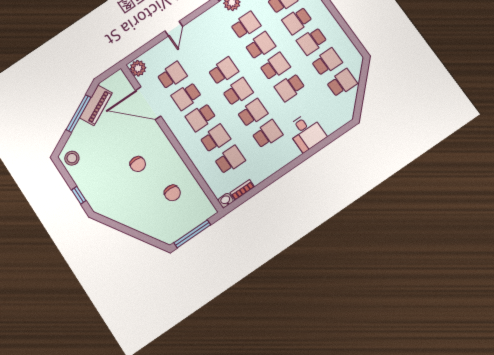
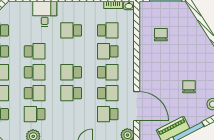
school desk: (260, 46) -> (35, 93), turned 180
school desk: (275, 66) -> (35, 72), turned 180
school desk: (253, 113) -> (71, 51), removed
school desk: (230, 160) -> (108, 30), turned 180
chair: (138, 164) -> (189, 87), moved

